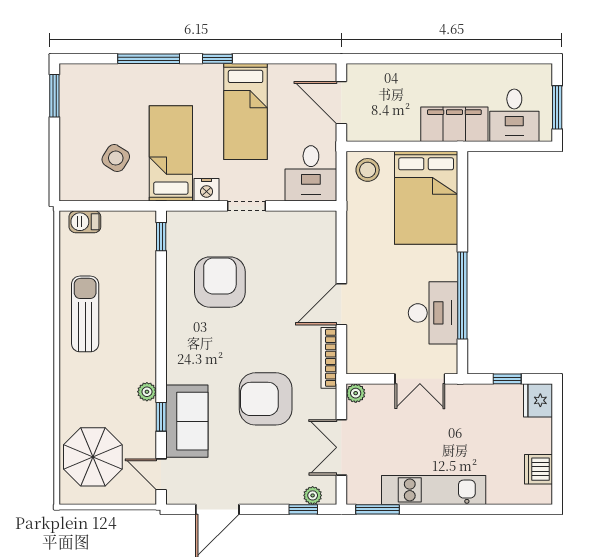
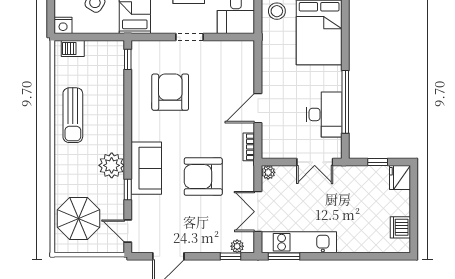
nightstand: (207, 190) -> (63, 25), moved
sun lounger: (85, 314) -> (73, 115), turned 180
bookcase: (329, 358) -> (249, 147), width x0.64
plant: (147, 392) -> (112, 165), width x1.87, depth x1.87
sofa: (187, 421) -> (146, 168), moved
kitchen unit: (434, 490) -> (299, 242), moved

